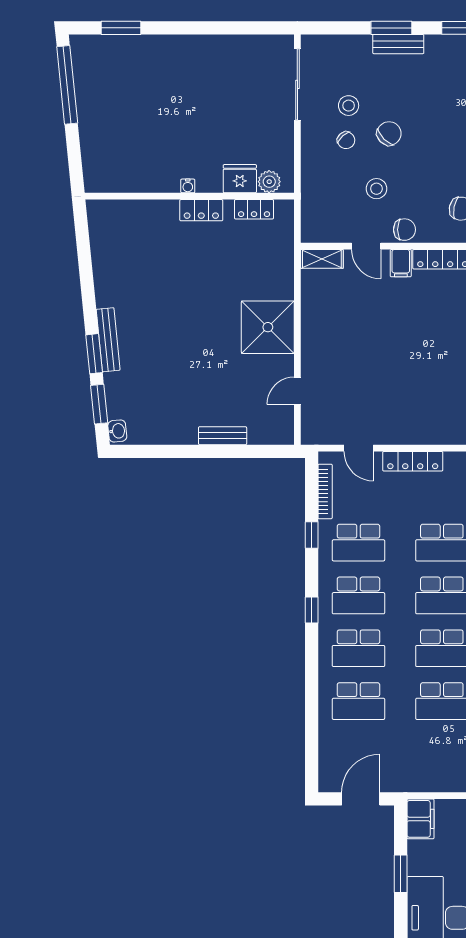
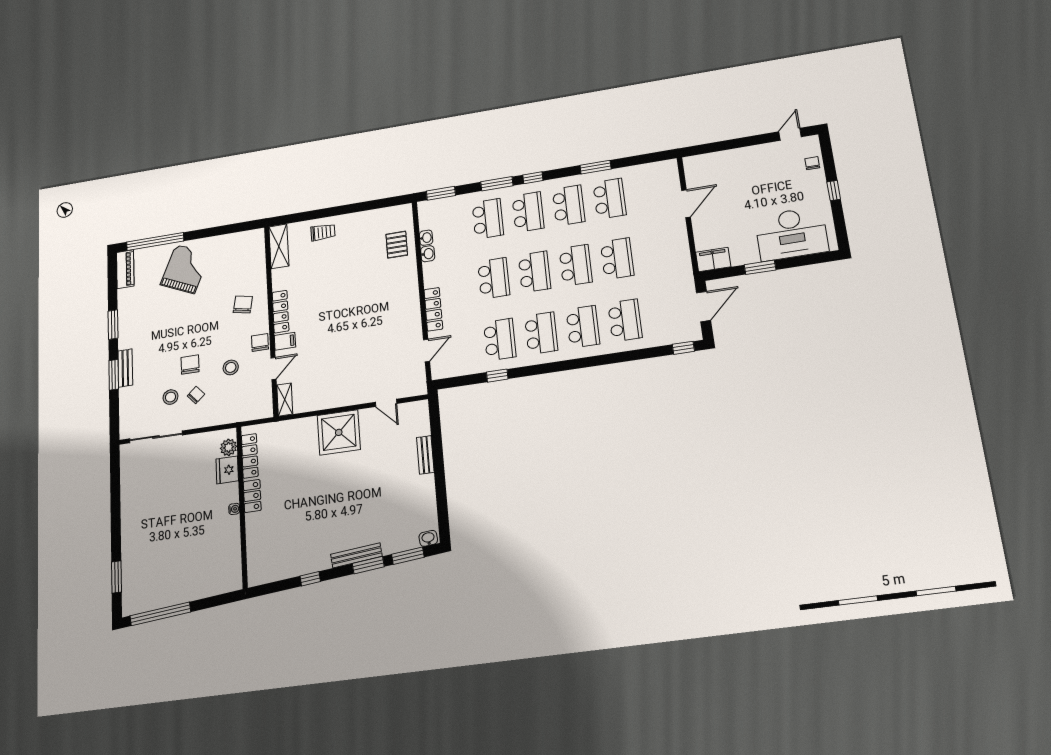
chair: (389, 133) -> (190, 365), turned 45
locker: (254, 209) -> (250, 456), width x1.53
window: (87, 280) -> (310, 579), added
bookcase: (325, 491) -> (462, 370), removed
window: (312, 610) -> (683, 348), moved
door: (361, 799) -> (704, 307), swing flipped

